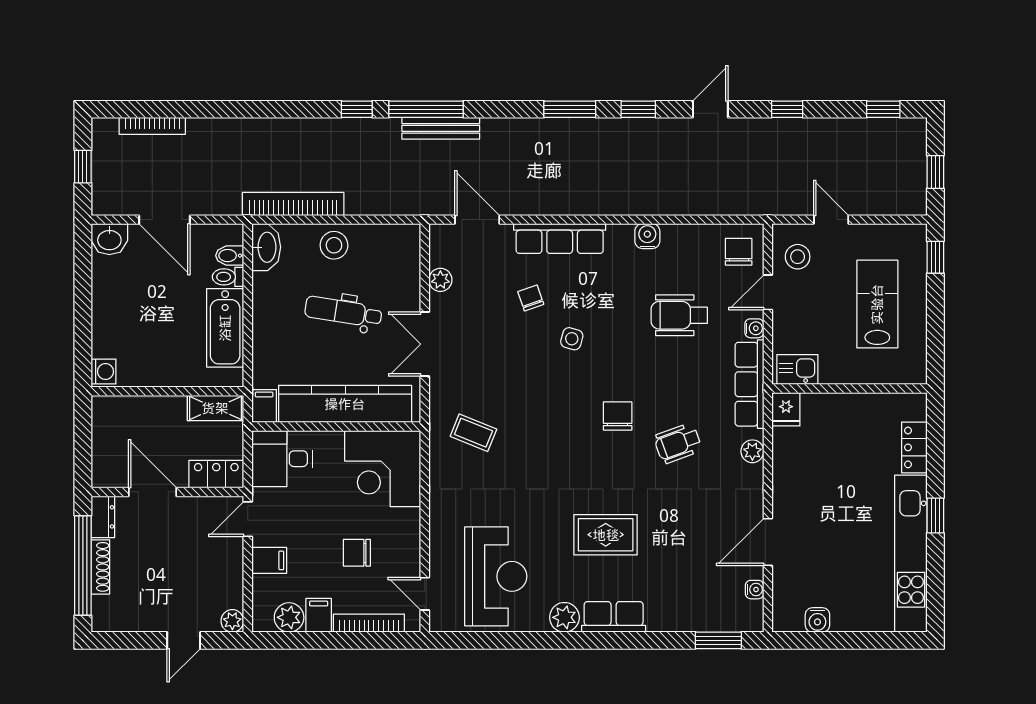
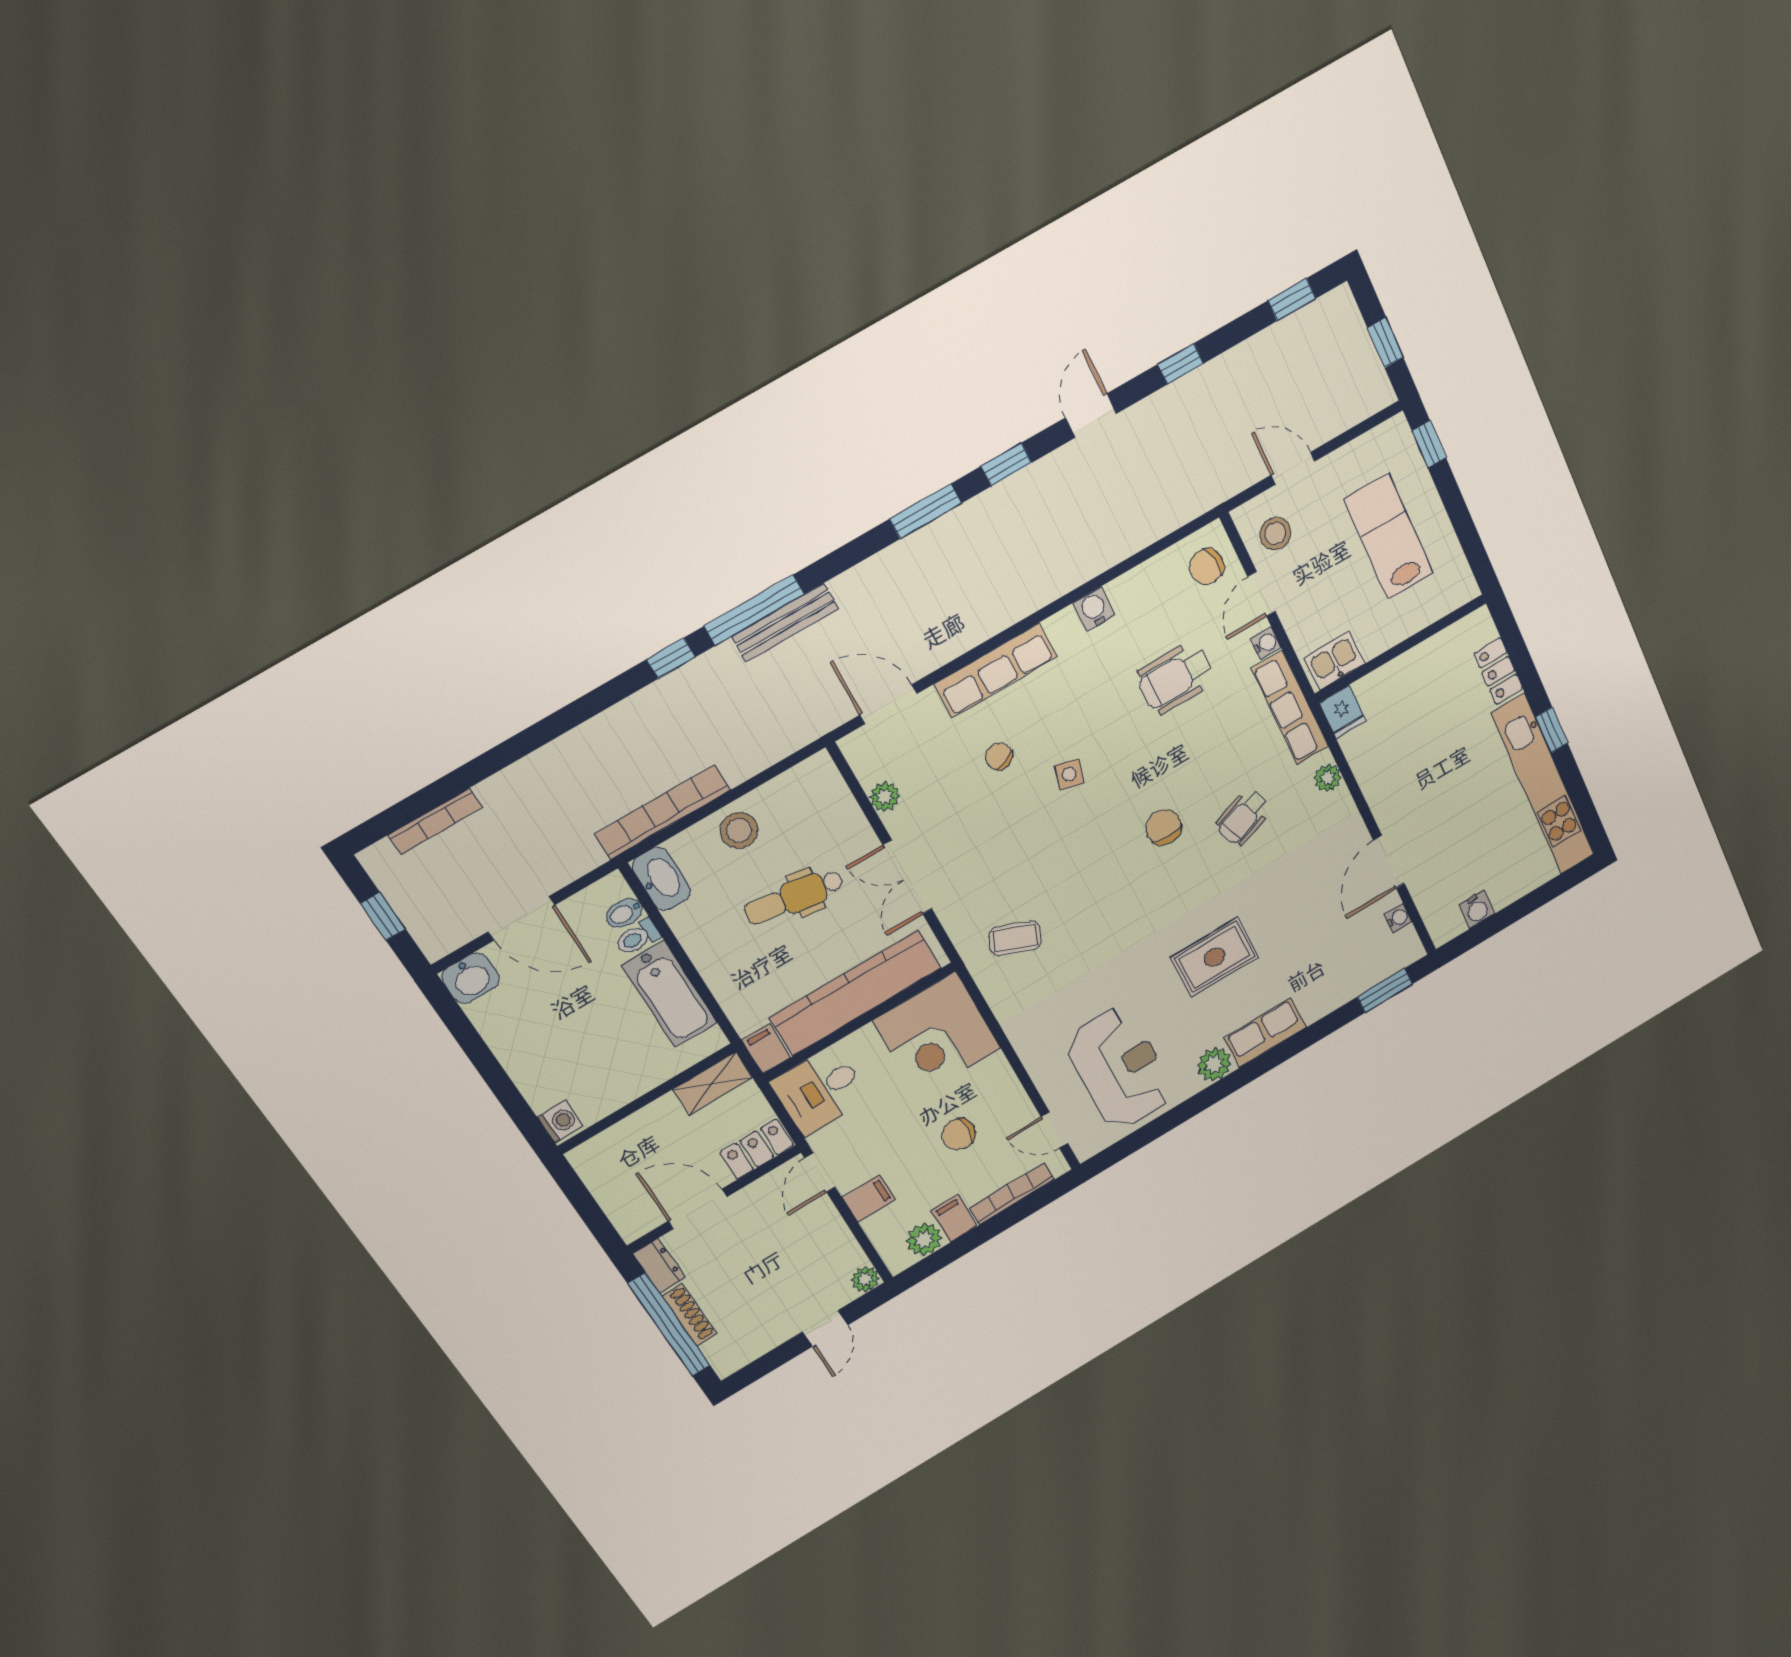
chair: (739, 252) -> (1206, 567), turned -99

